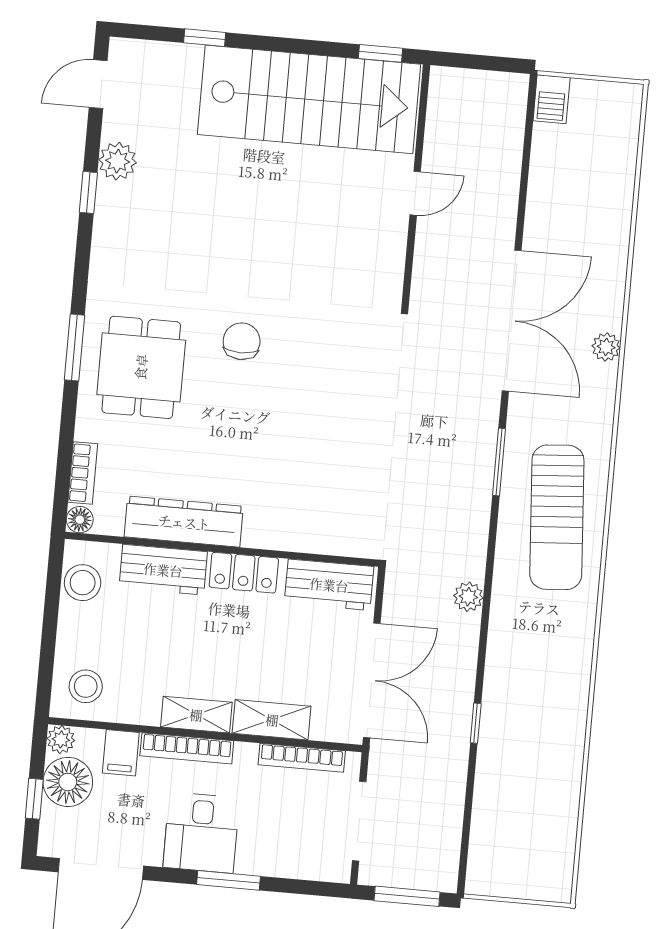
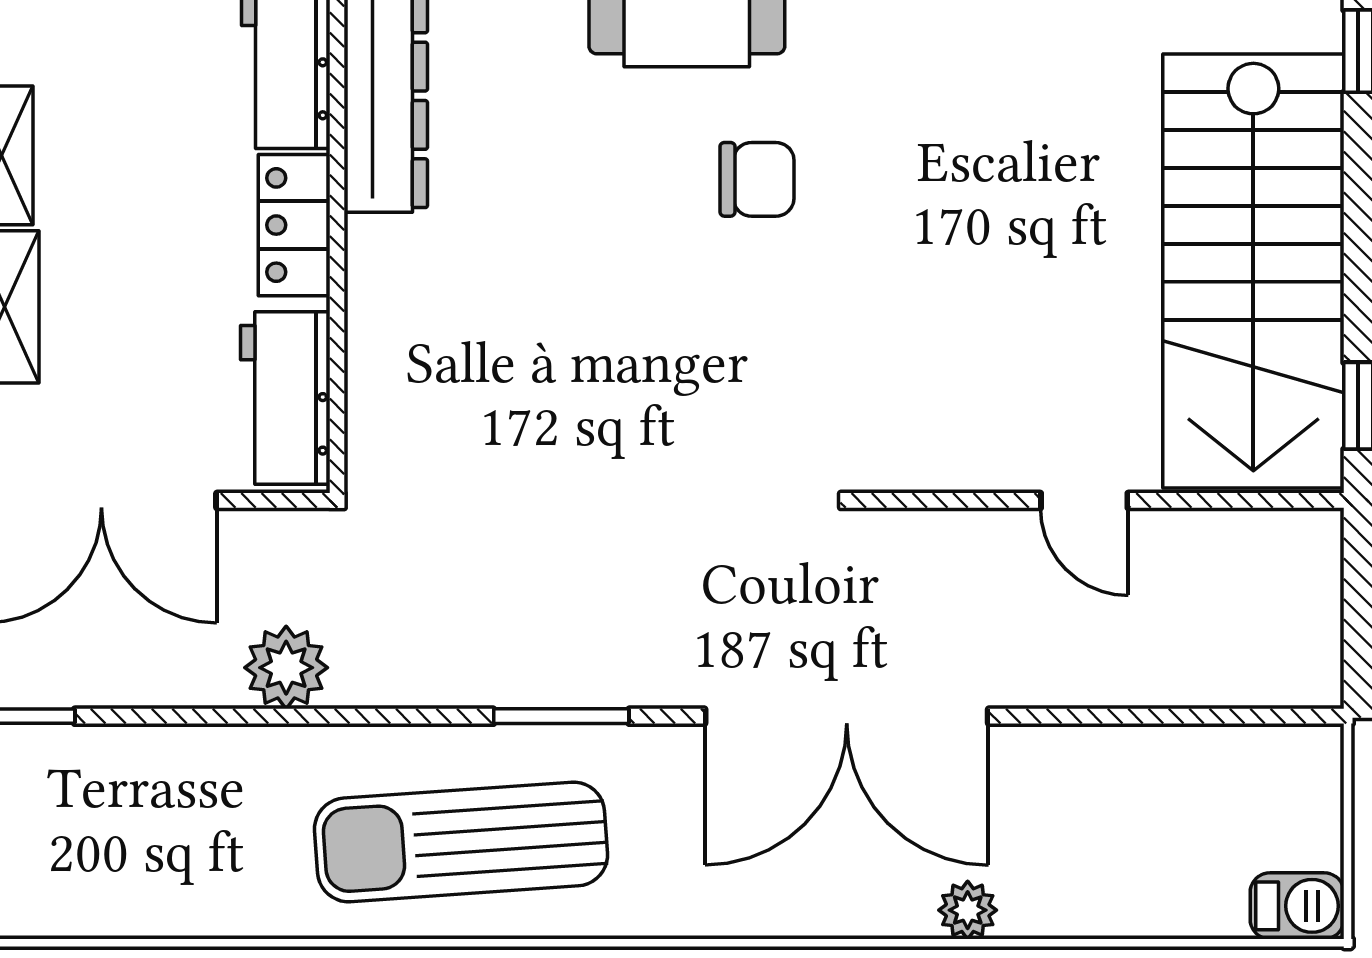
barbecue: (552, 99) -> (1297, 906), moved, turned 180
plant: (606, 347) -> (968, 910), moved
plant: (468, 597) -> (286, 668), width x1.38, depth x1.38

